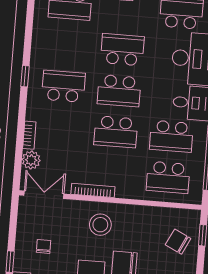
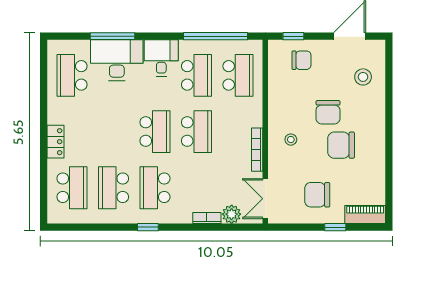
school desk: (122, 50) -> (113, 188), moved
stool: (100, 225) -> (291, 140), width x0.53, depth x0.53
chair: (178, 242) -> (302, 60), turned -116
chair: (44, 246) -> (317, 195), width x1.87, depth x1.87

